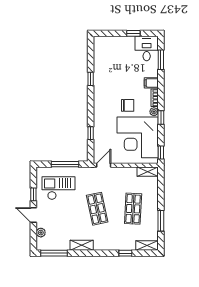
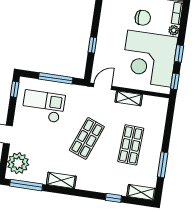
window: (161, 118) -> (179, 54), moved
shelving: (148, 172) -> (129, 98), moved
window: (33, 194) -> (15, 89), moved
shop shelf: (97, 209) -> (87, 138), turned 33
plant: (41, 233) -> (18, 163), width x1.88, depth x1.88

